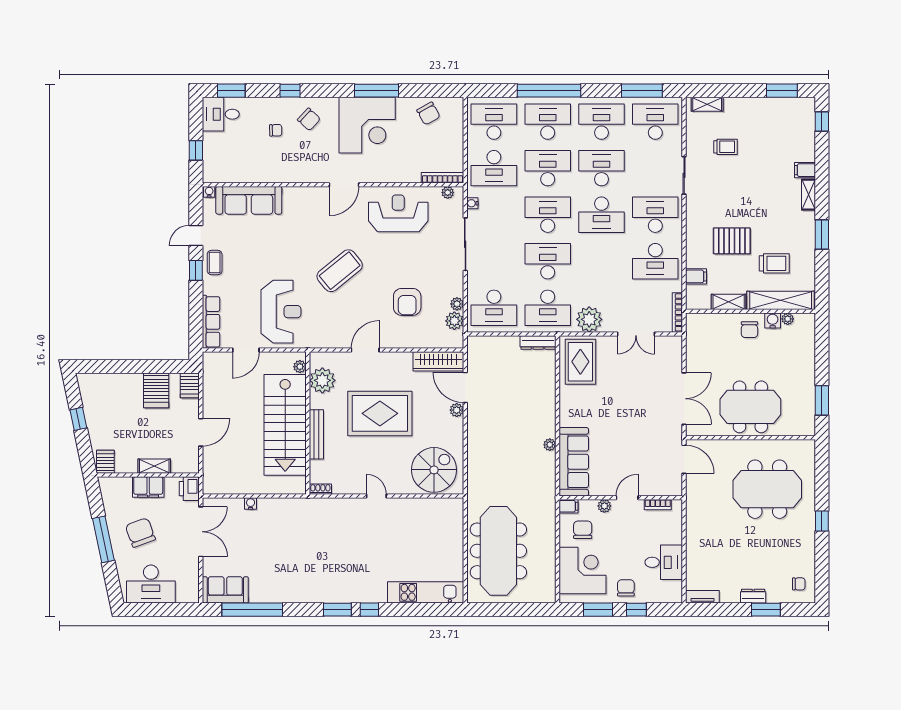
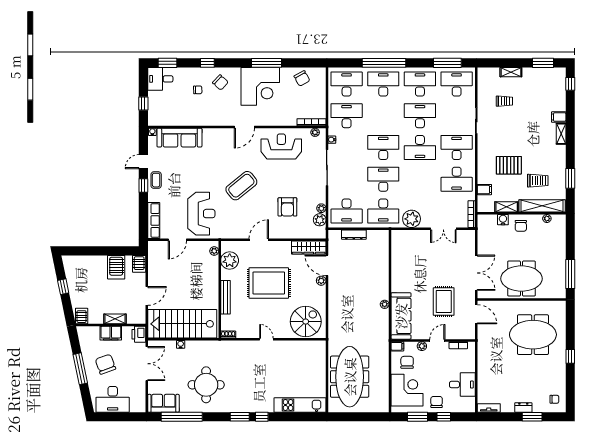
shelving: (707, 104) -> (511, 72), moved
desk: (494, 168) -> (347, 116), turned 180
desk: (548, 168) -> (383, 116), removed
window: (822, 235) -> (570, 178), moved
water cooler: (773, 320) -> (503, 220), moved
dresser: (538, 342) -> (354, 235), moved
rug: (580, 362) -> (444, 302), moved
window: (822, 400) -> (570, 274), width x1.44
stairs: (285, 425) -> (182, 324), moved, turned 90
round table: (288, 563) -> (206, 385), added

